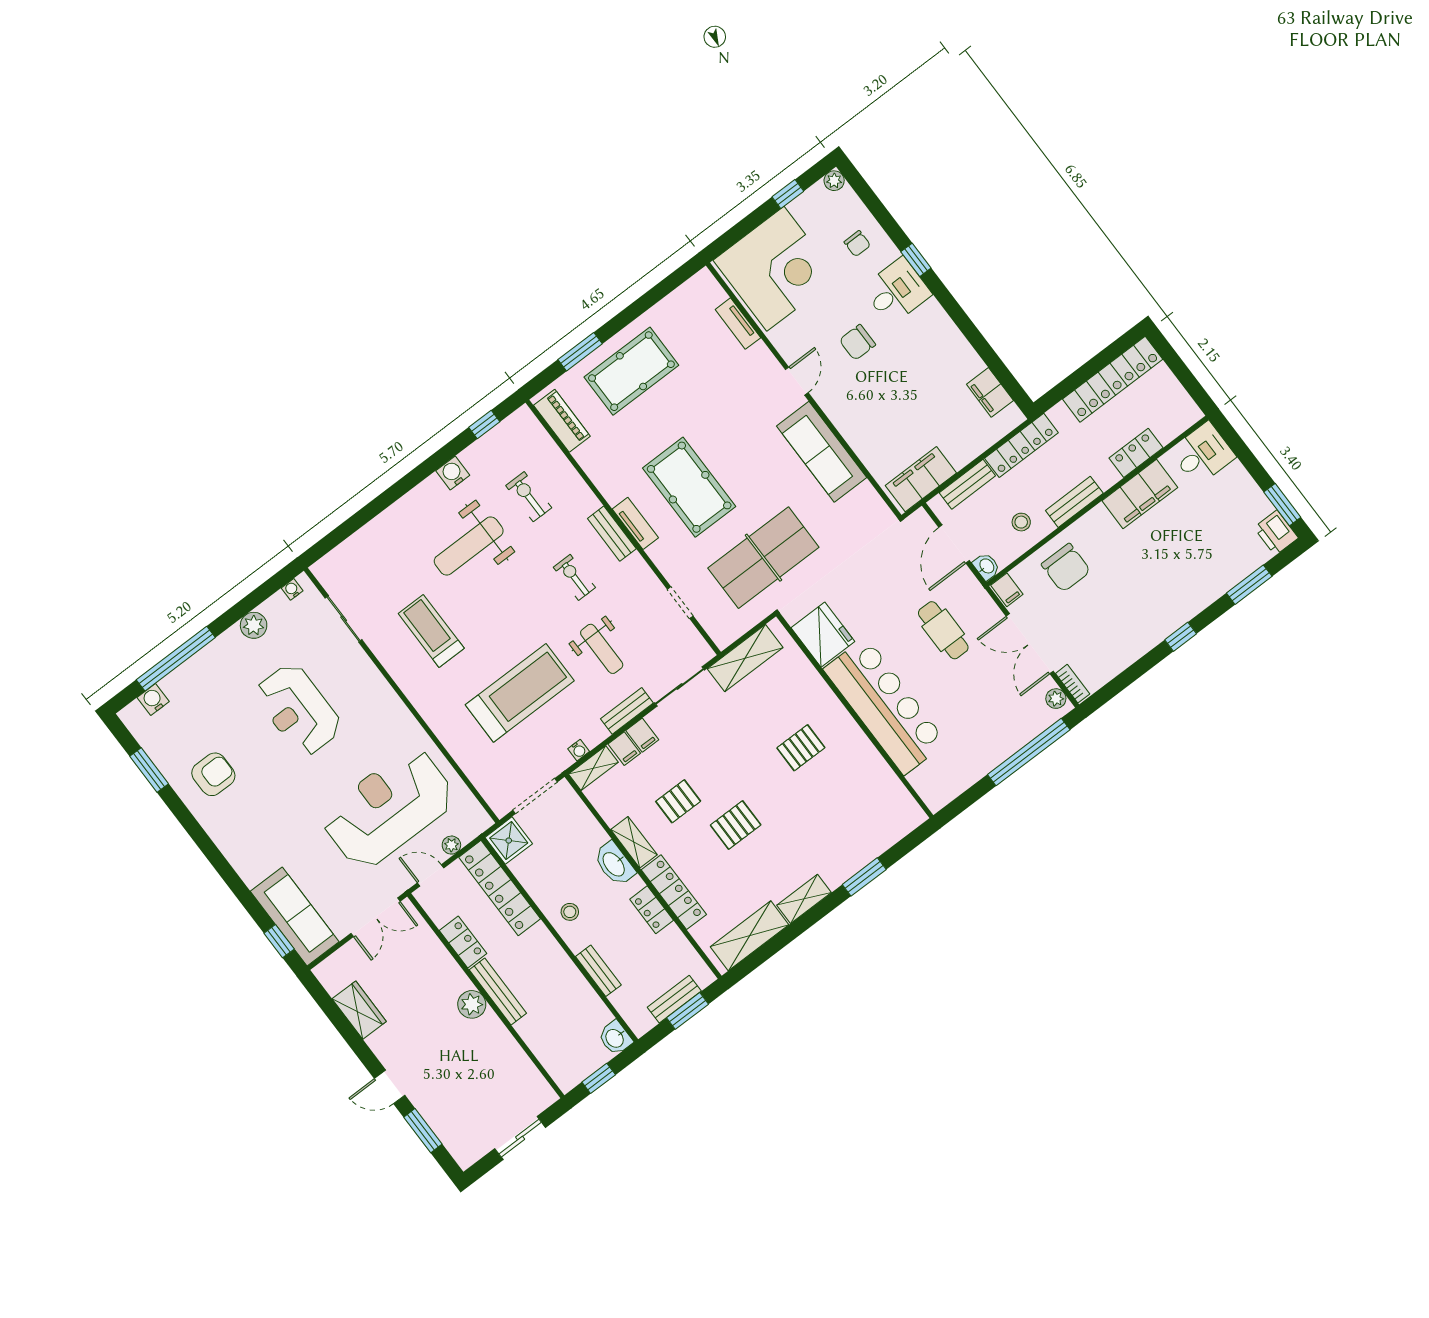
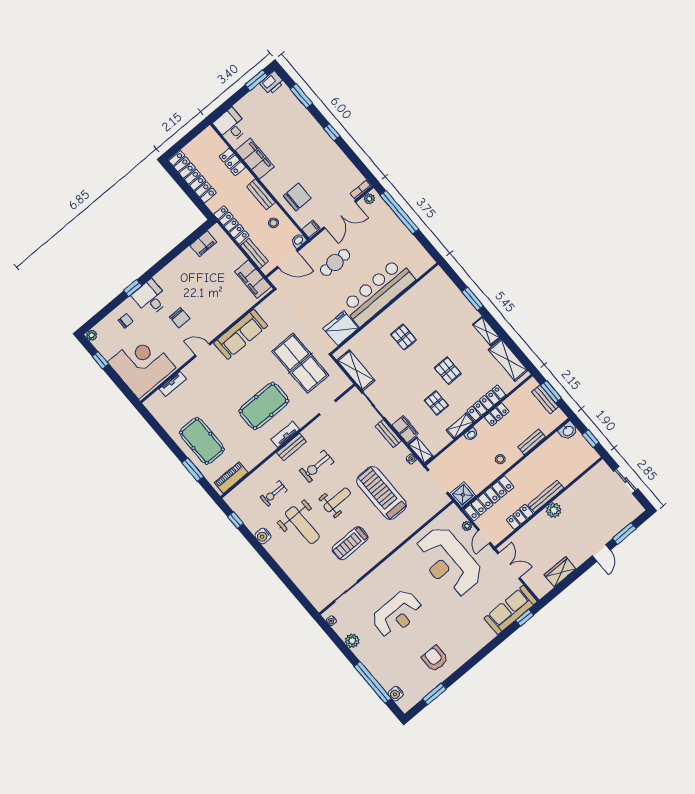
exercise bike: (574, 577) -> (317, 466), width x1.38, depth x1.39
weight bench: (602, 649) -> (337, 500), moved
washbasin: (614, 864) -> (471, 434), width x0.52, depth x0.69

